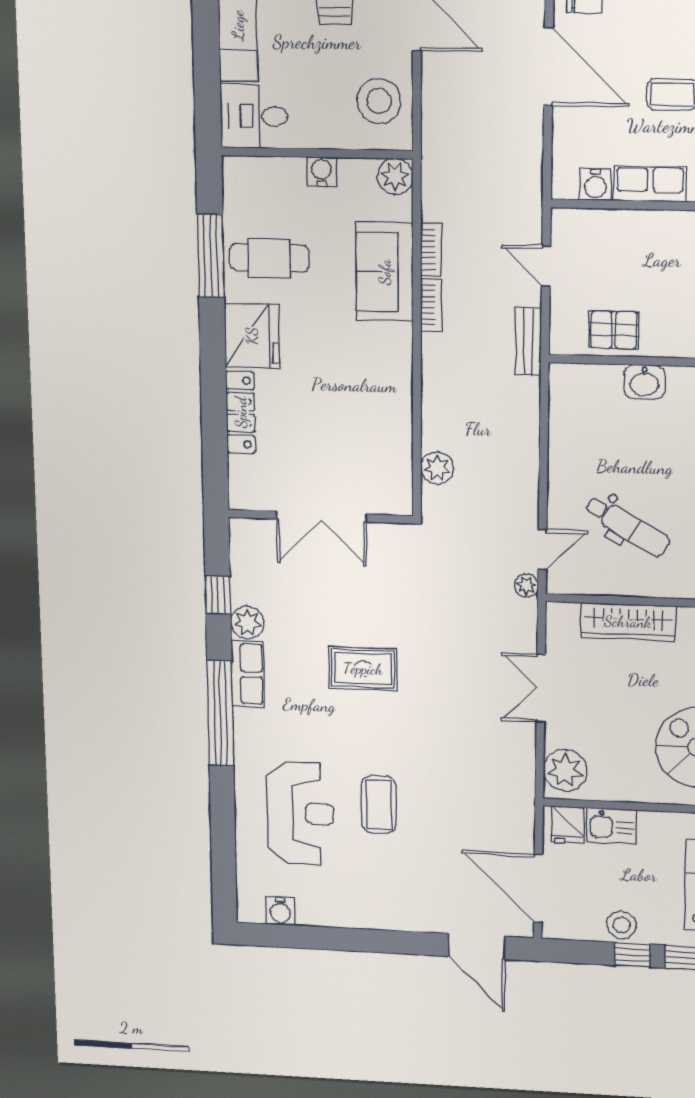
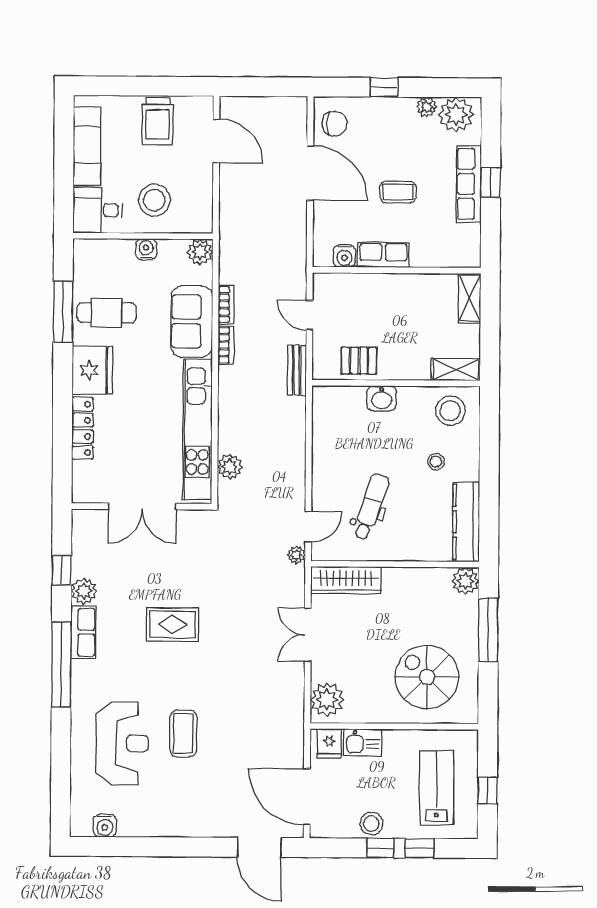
stool: (379, 101) -> (154, 200), moved
kitchen unit: (394, 418) -> (197, 430), added
dental chair: (627, 526) -> (371, 507), turned -102
wardrobe: (628, 622) -> (346, 580), moved

